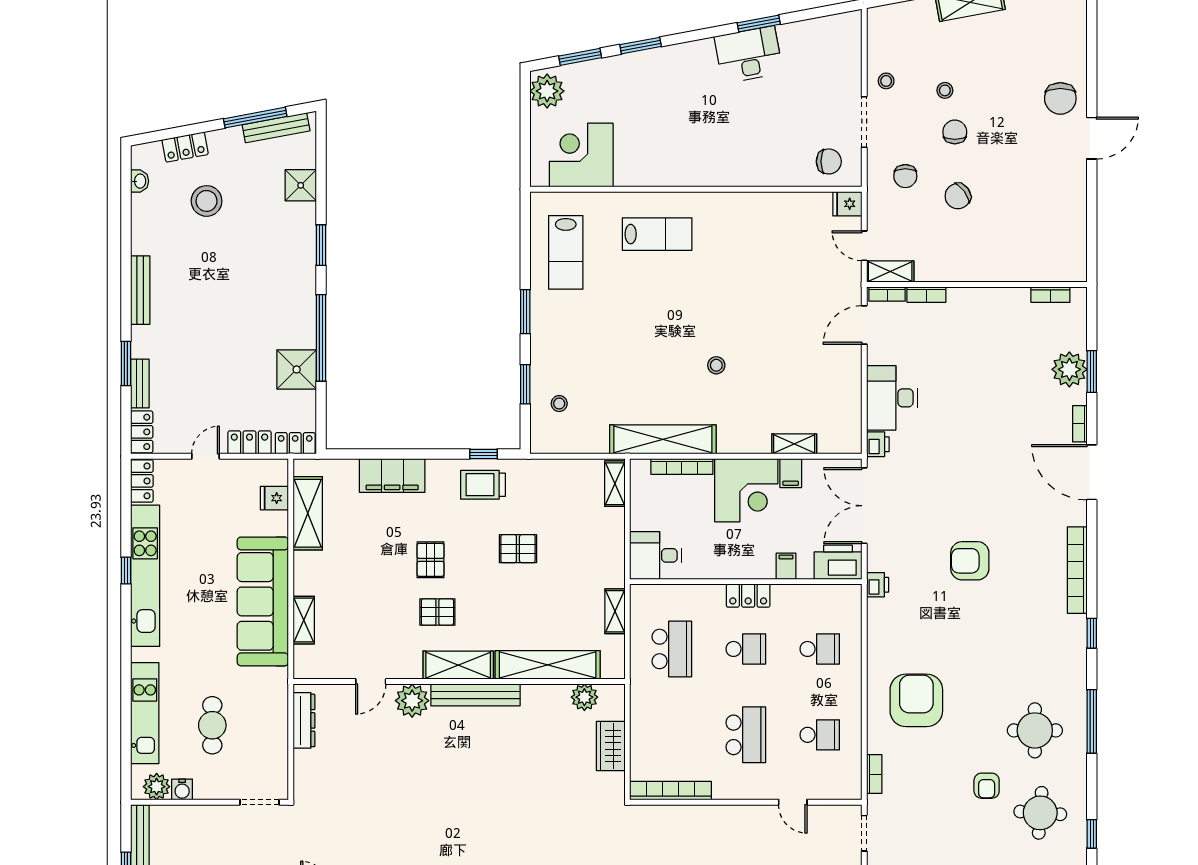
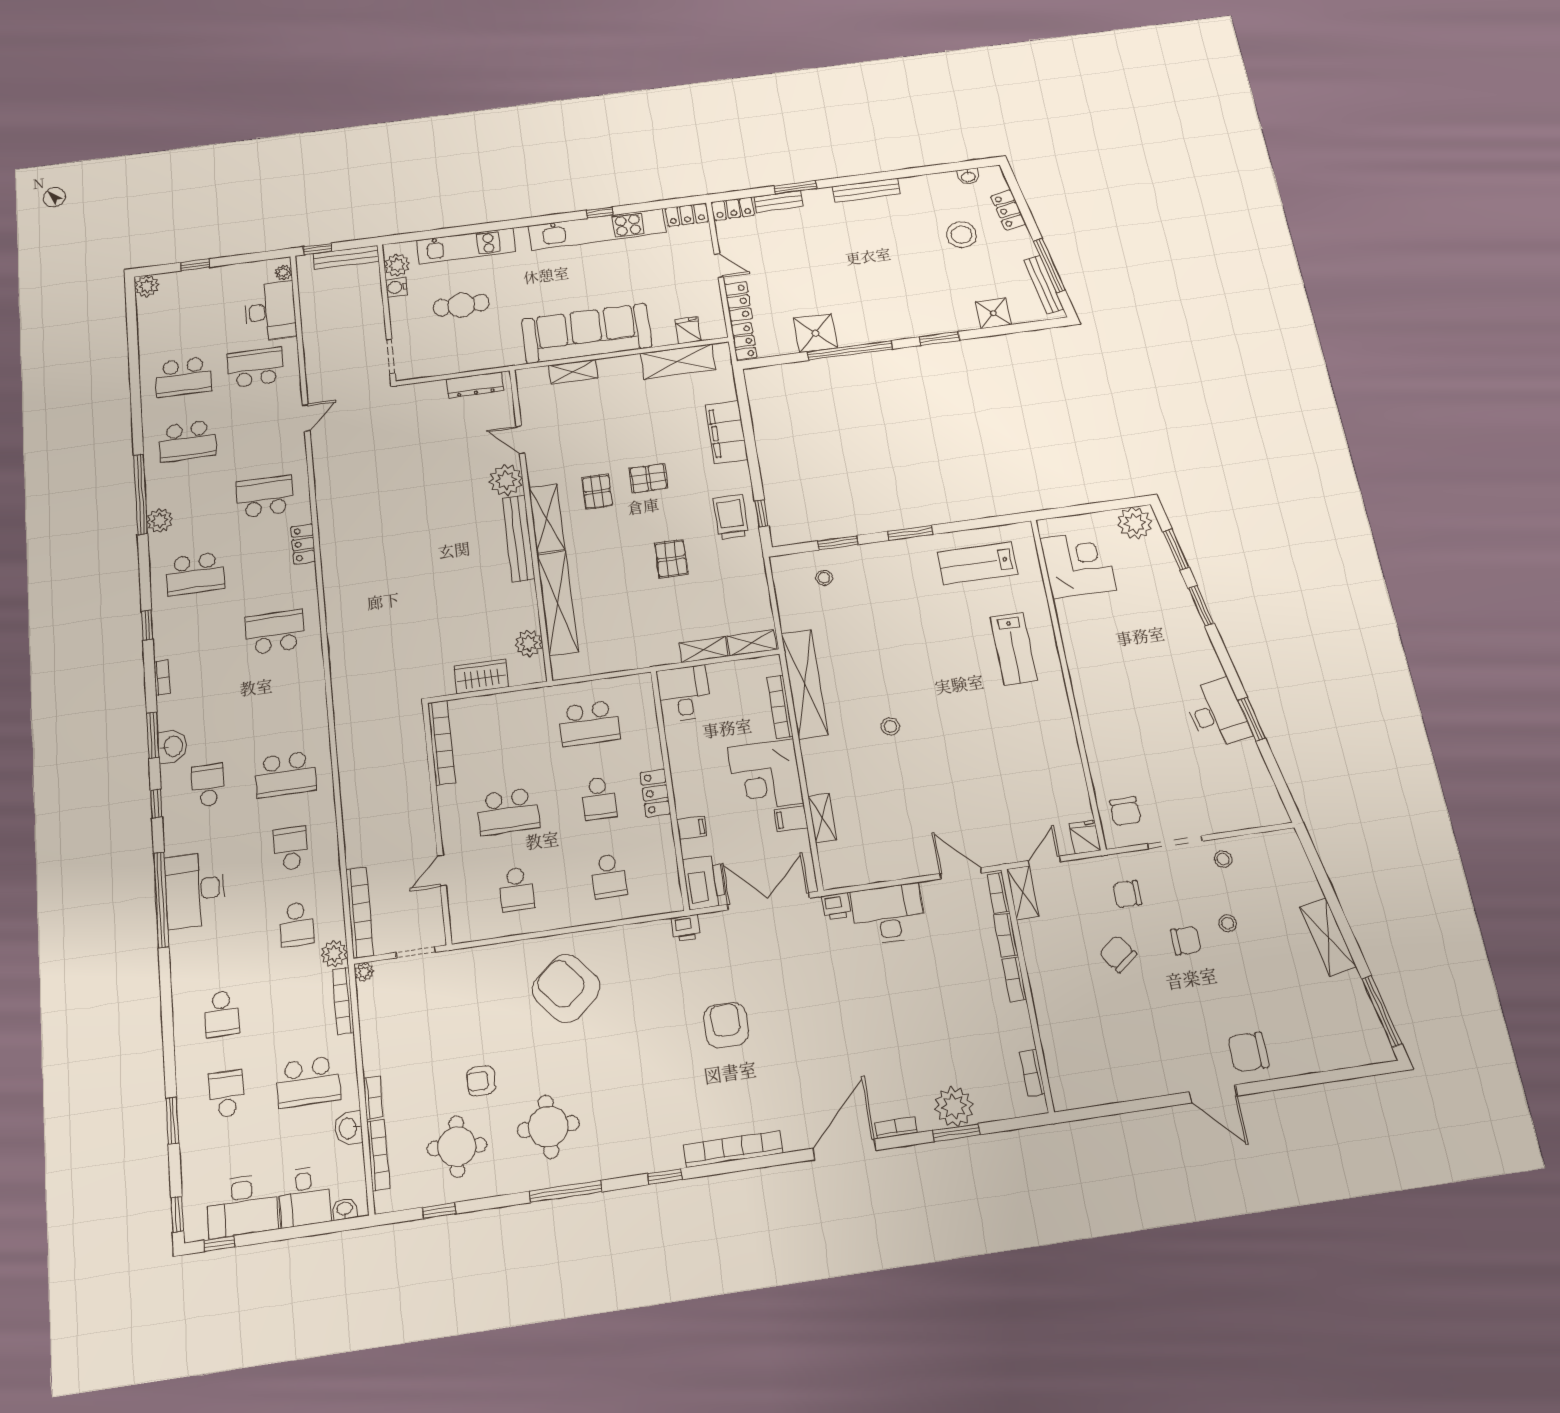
shelving: (615, 611) -> (704, 650), moved
armchair: (916, 700) -> (566, 988), turned -130
bookcase: (874, 774) -> (1014, 980), moved, turned 90

